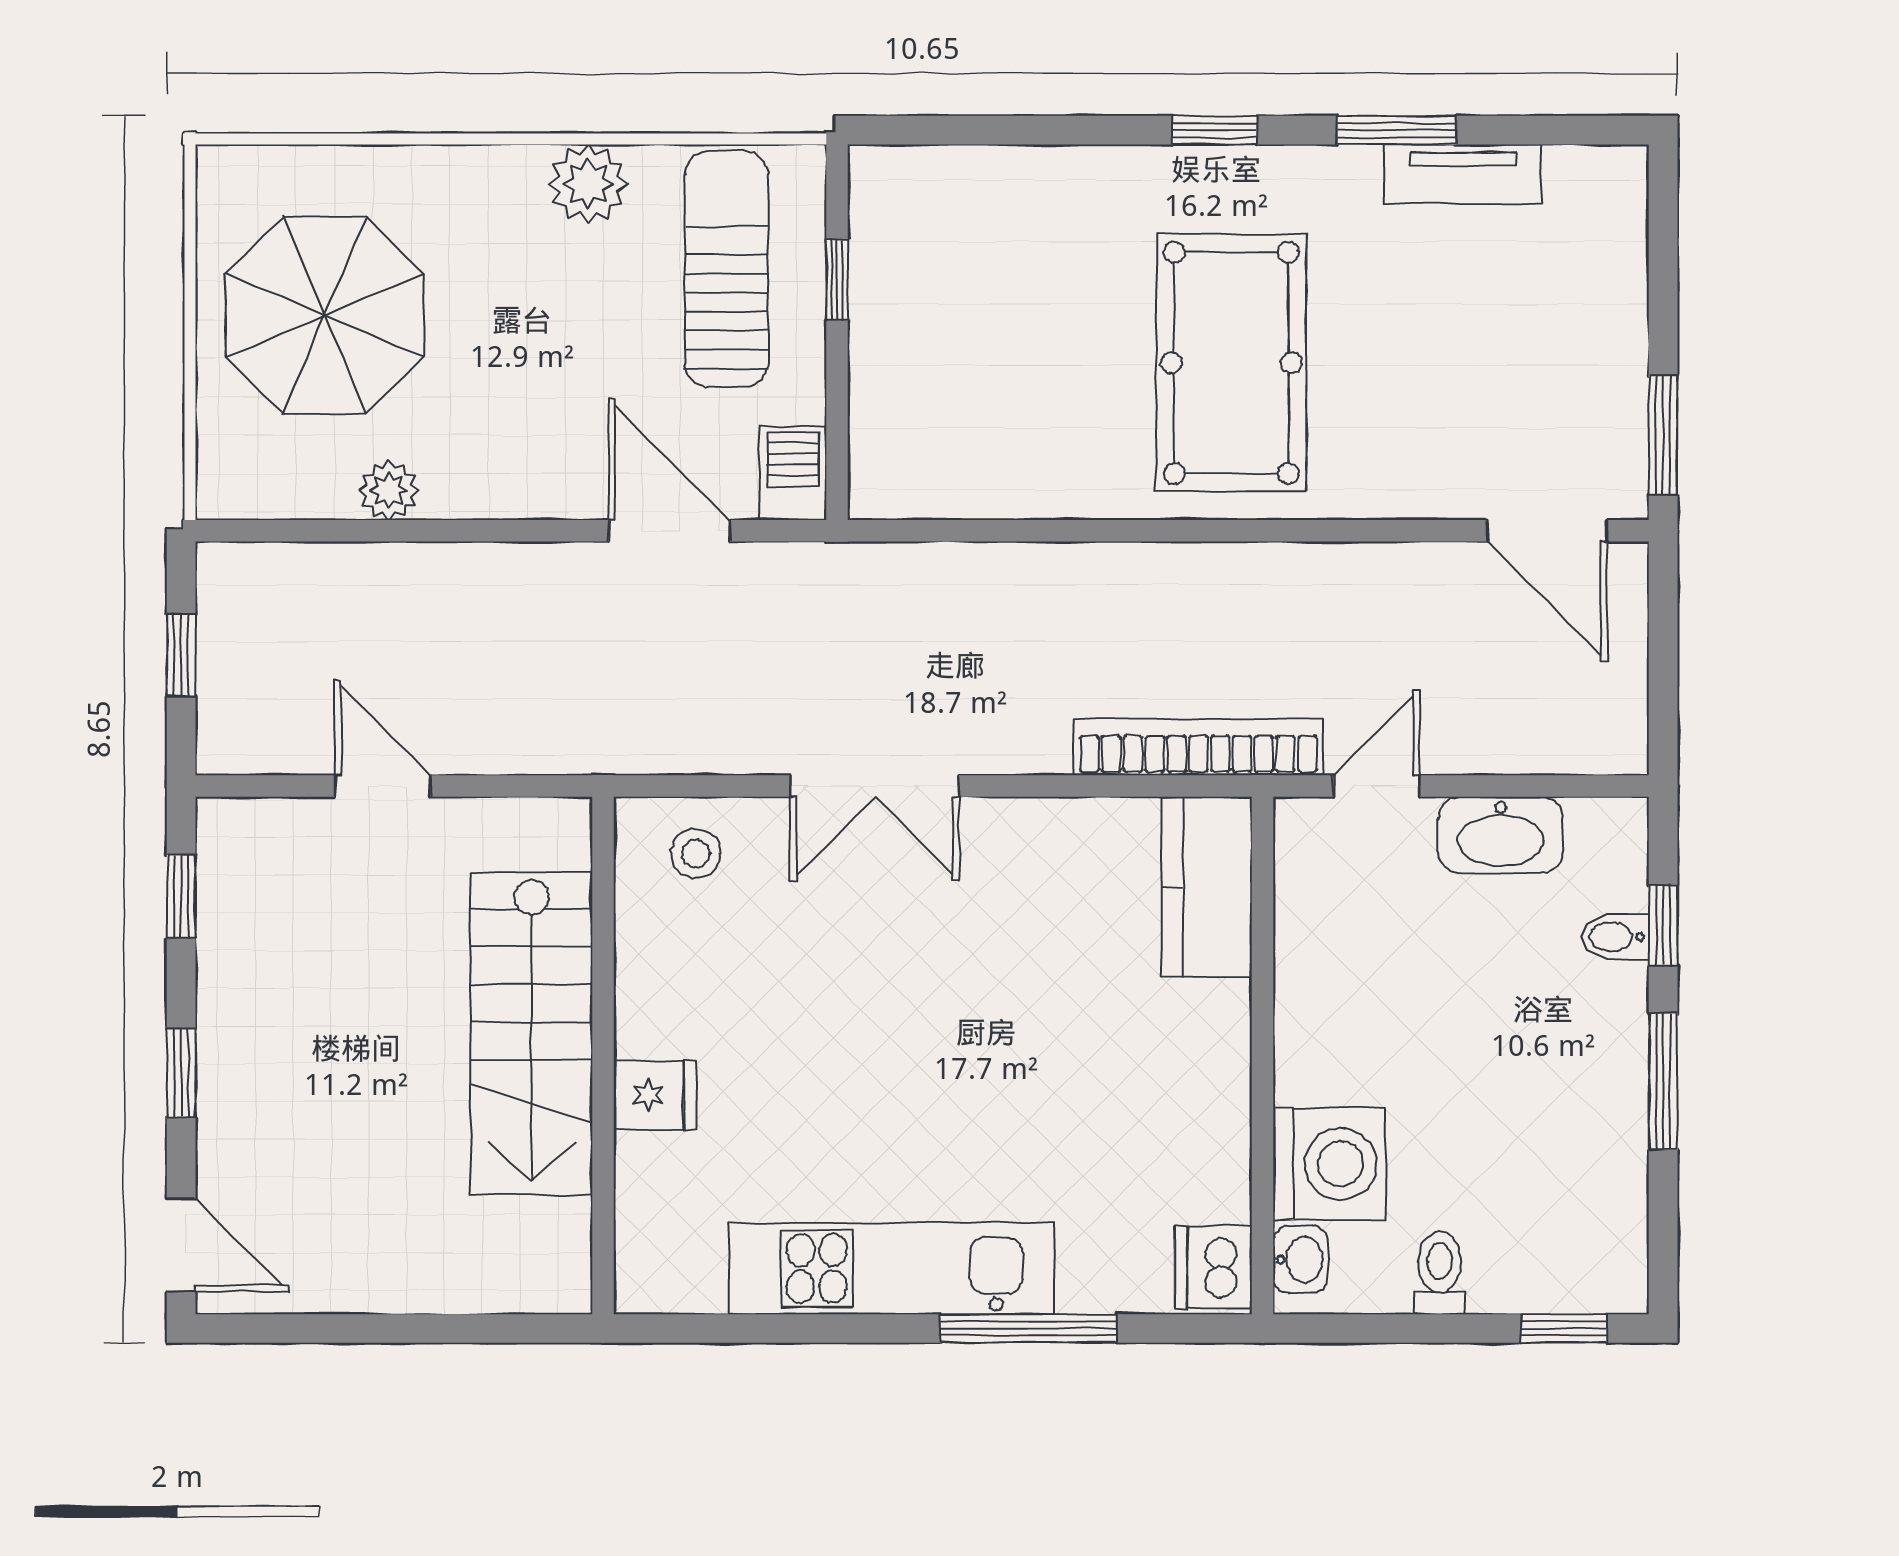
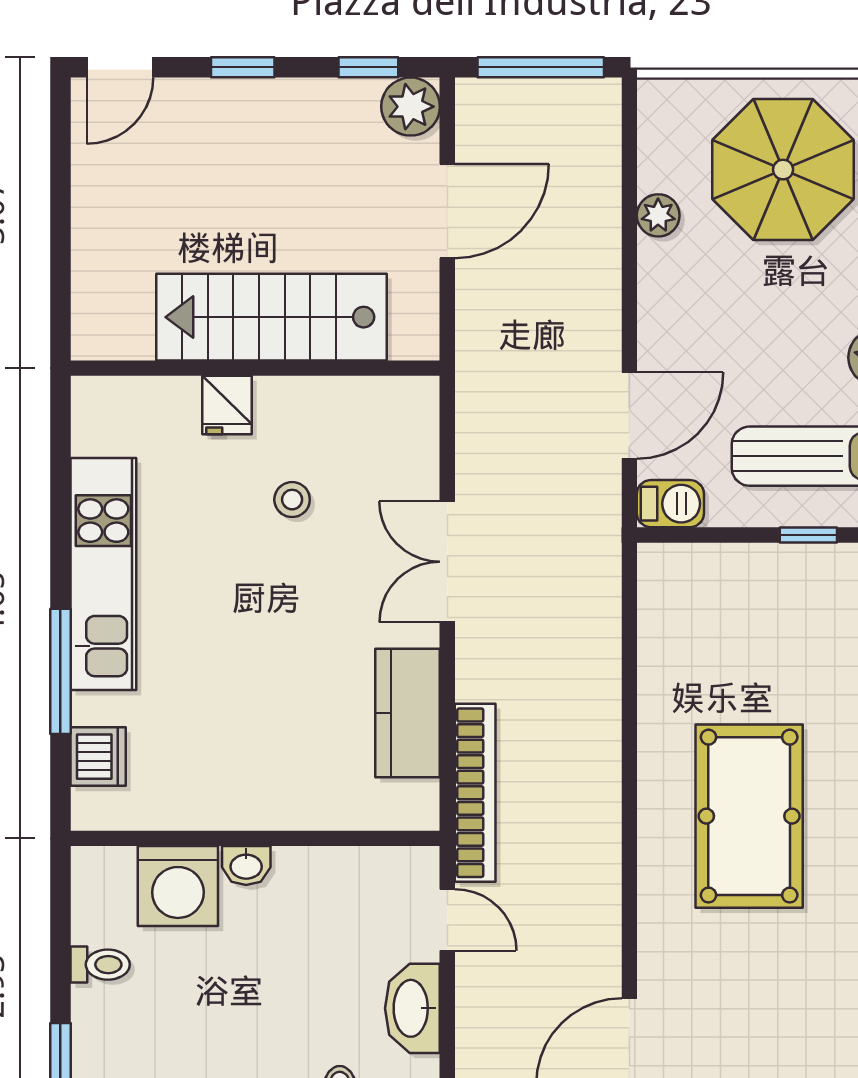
pool table: (1231, 363) -> (749, 816), turned 90
window: (181, 655) -> (541, 67), width x2.17
door: (383, 786) -> (447, 211), width x1.38
plant: (236, 838) -> (411, 107), added
stool: (696, 853) -> (292, 500), moved
kitchen counter: (1207, 887) -> (408, 713), moved, turned -90
washbasin: (1301, 1260) -> (246, 866), moved
dishwasher: (1213, 1267) -> (98, 757), moved, turned 90

